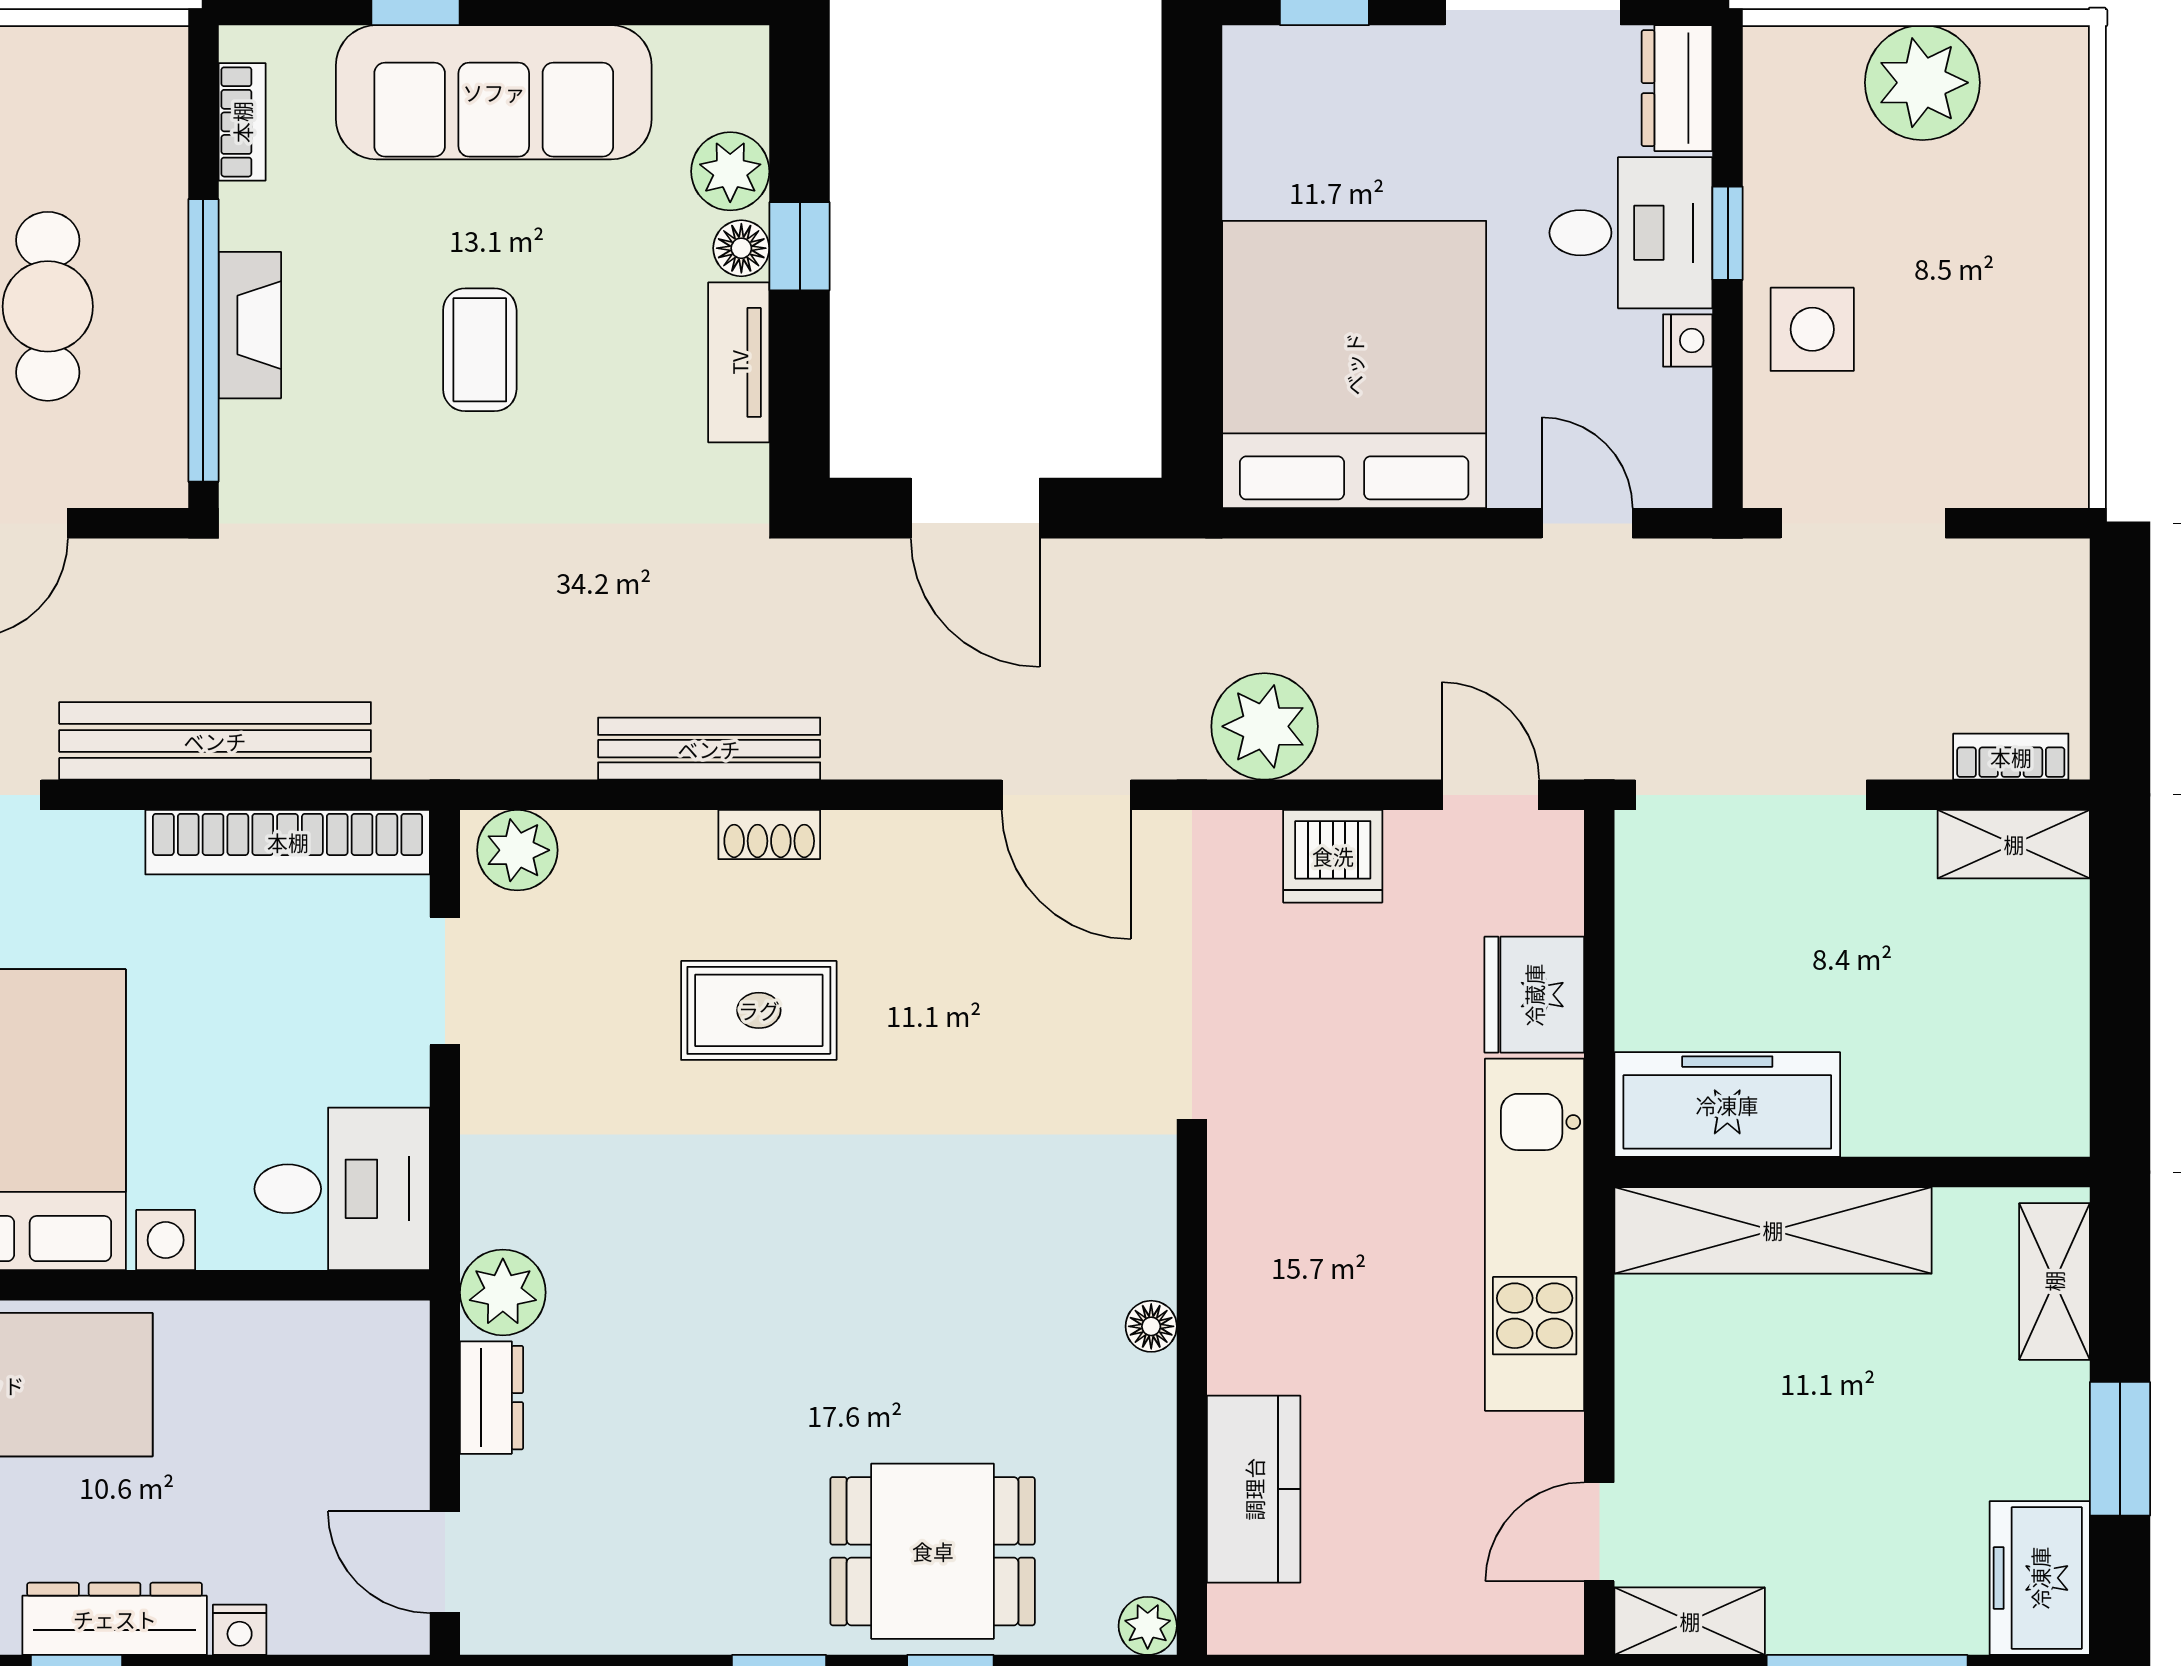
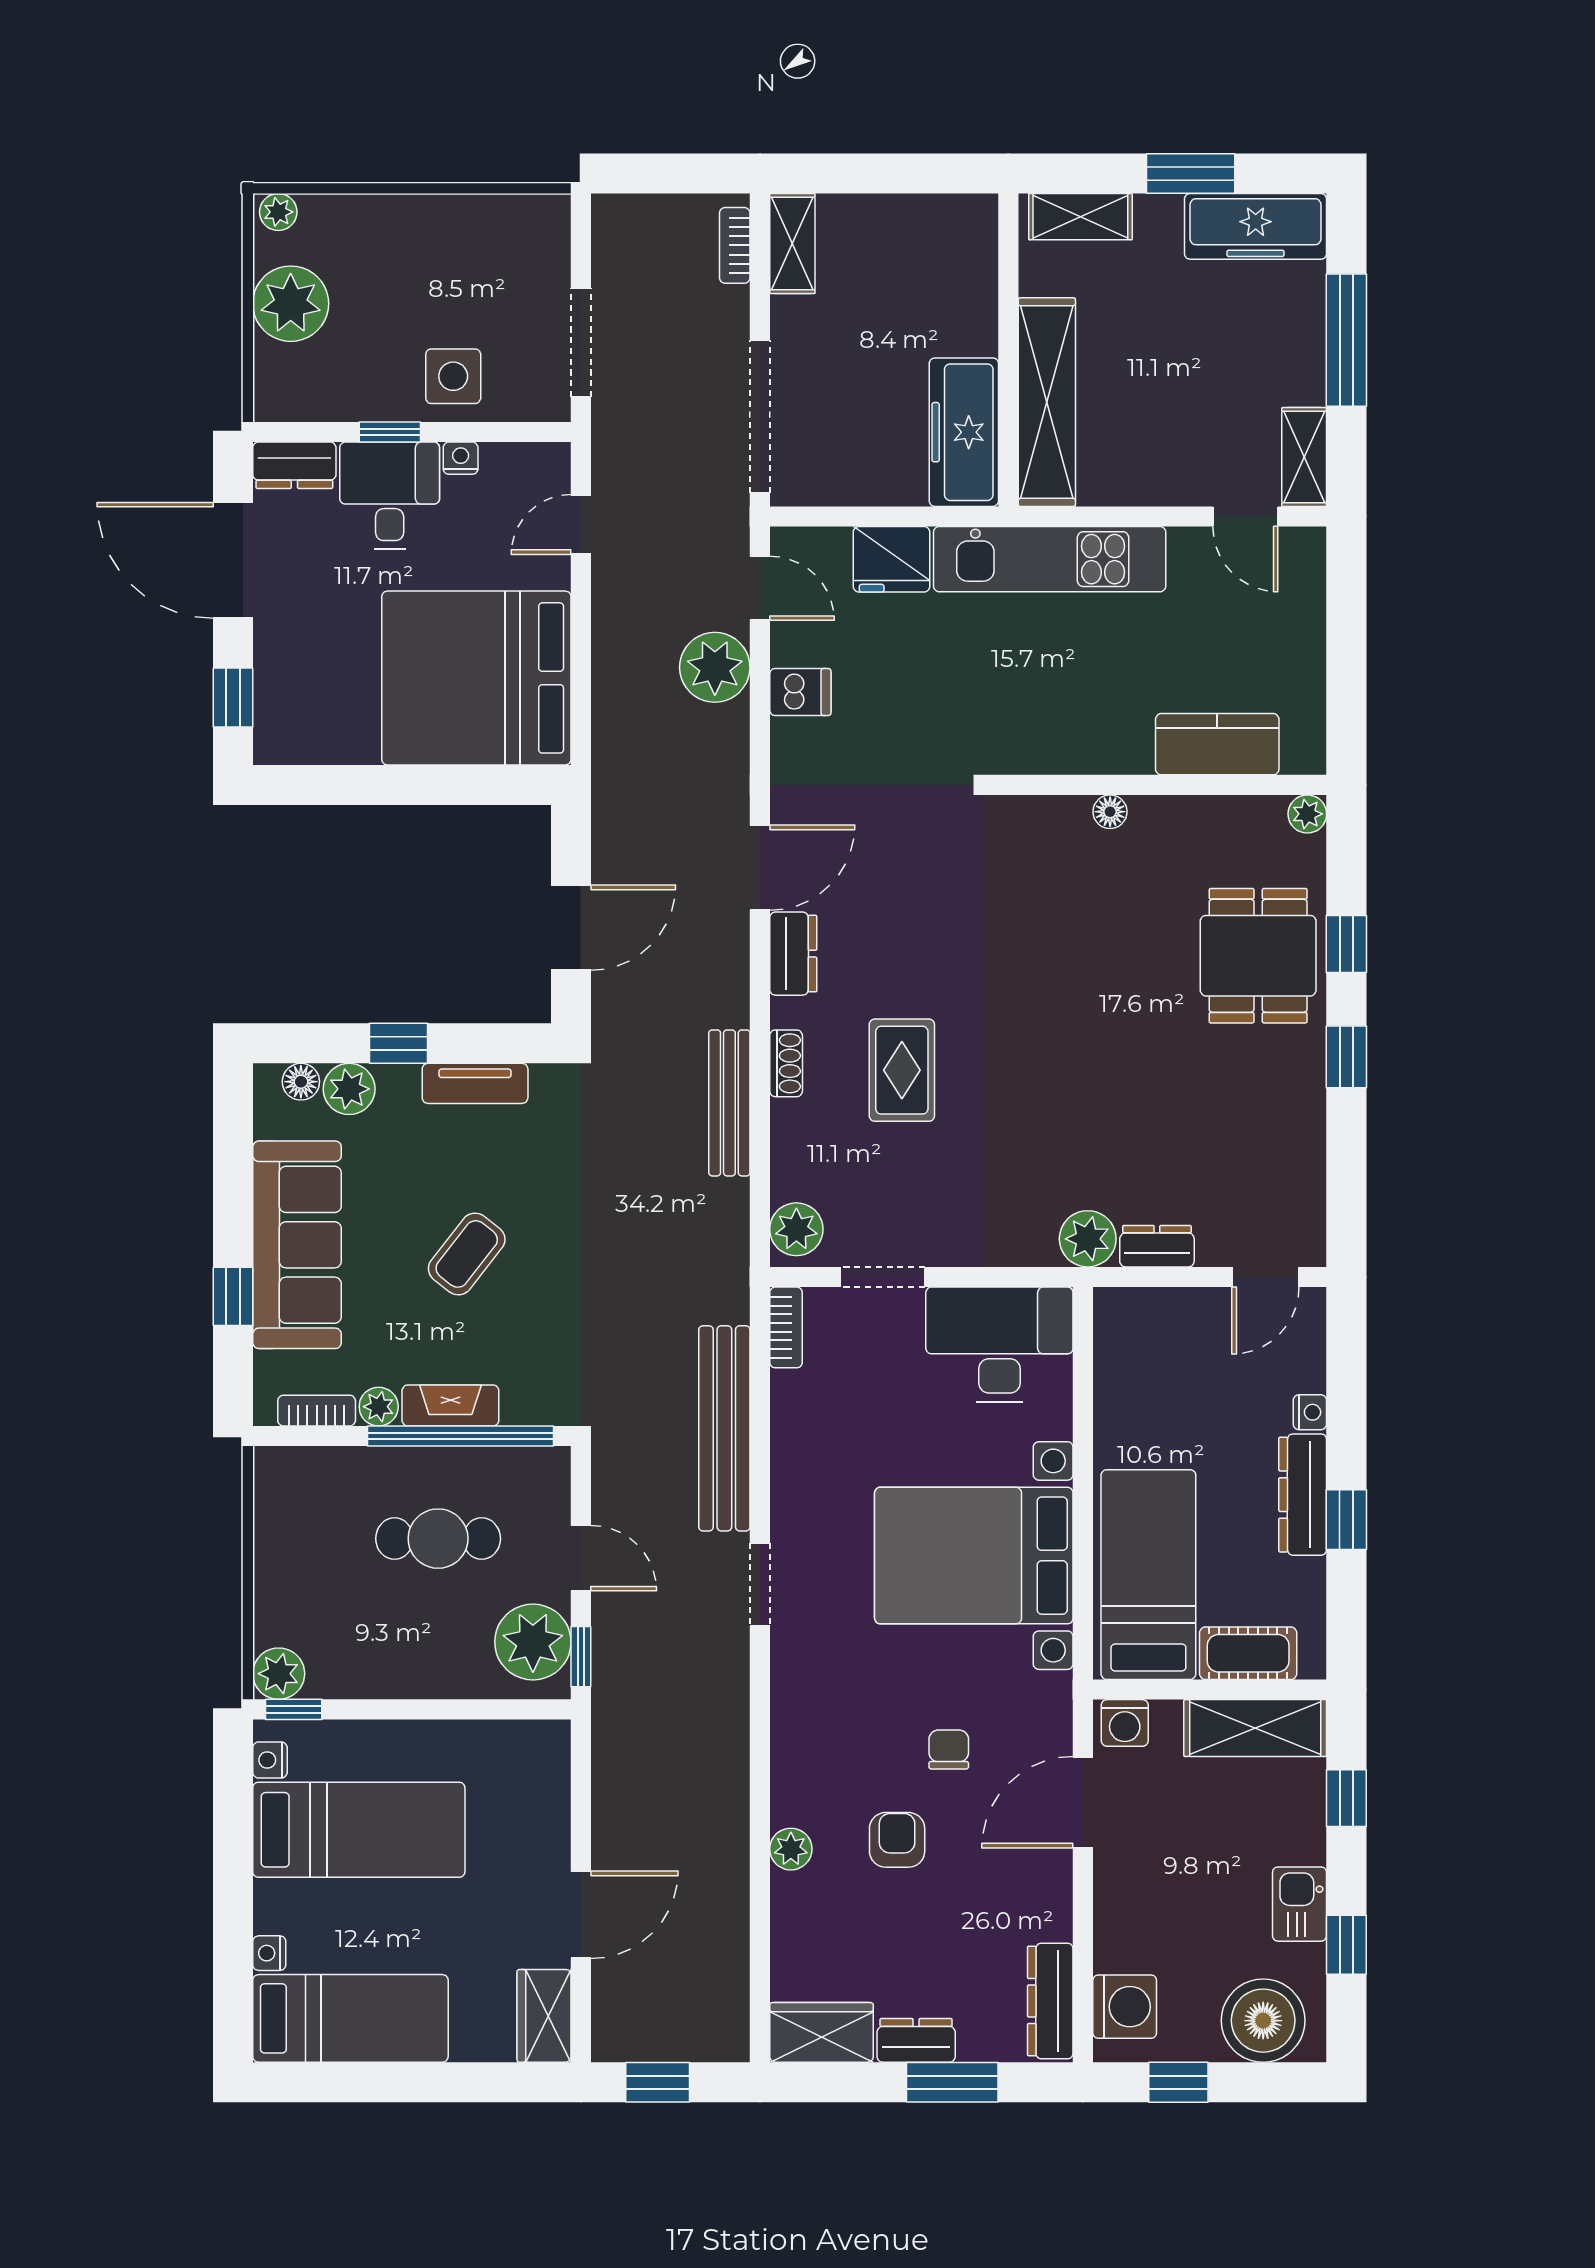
plant: (2062, 64) -> (278, 212), added
plant: (248, 216) -> (379, 1407), added
floor lamp: (741, 248) -> (301, 1082), moved
coffee table: (480, 350) -> (467, 1254), turned -52
plant: (1265, 726) -> (715, 667), moved
door: (1490, 795) -> (760, 588), swing flipped
bookcase: (288, 842) -> (786, 1327), width x0.43, depth x0.76
dresser: (936, 845) -> (793, 954), added
dishwasher: (1333, 856) -> (800, 692), width x0.73
desk: (342, 1189) -> (999, 1345), width x1.37
freezer: (2040, 1578) -> (1256, 226), width x1.40

